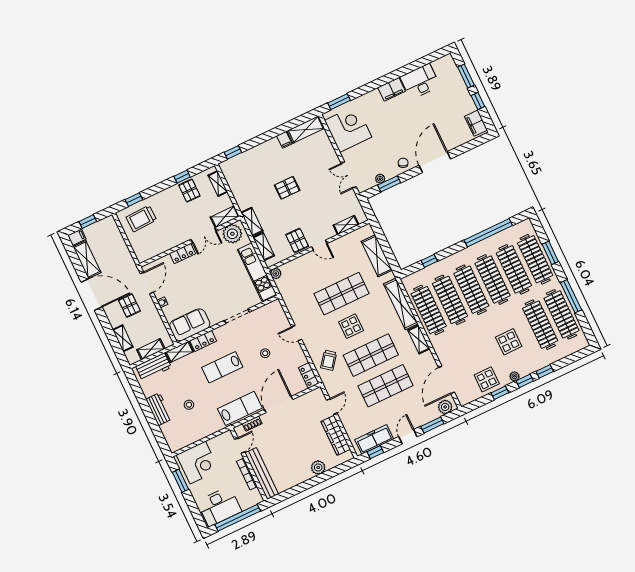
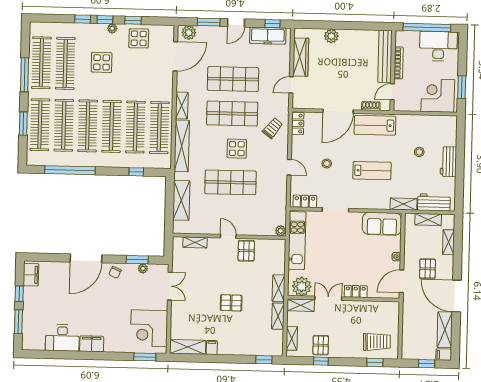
shelving: (264, 247) -> (278, 316), moved
locker: (203, 341) -> (305, 201), moved

